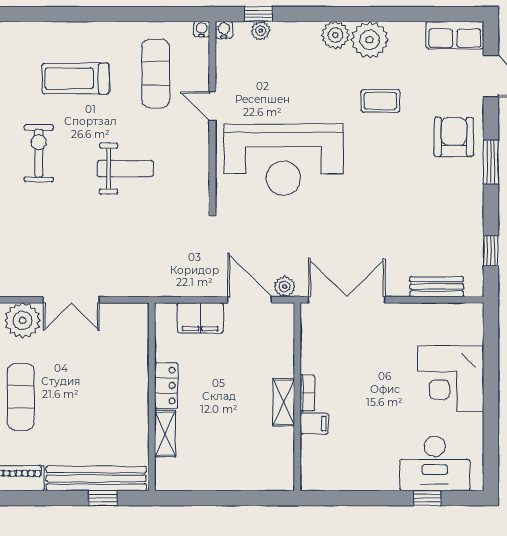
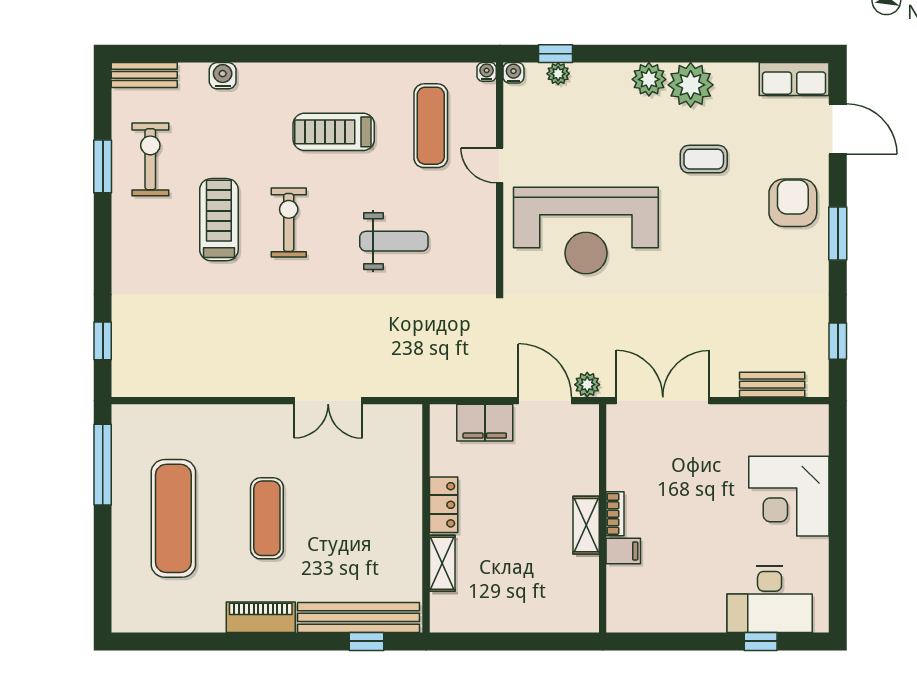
plant: (23, 320) -> (269, 426), removed

